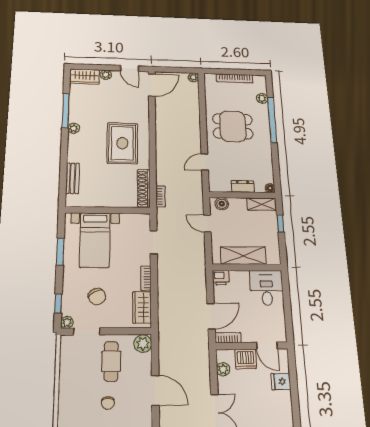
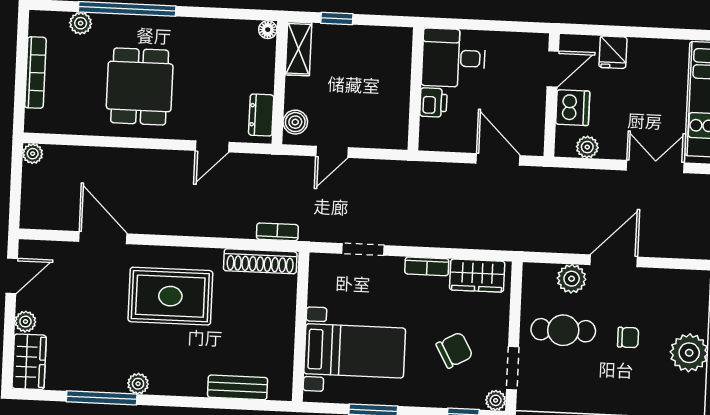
door: (152, 85) -> (103, 238), moved
door: (205, 162) -> (212, 146), hinge flipped
dresser: (243, 186) -> (261, 115), moved
shelving: (243, 256) -> (394, 93), removed
printer: (221, 278) -> (433, 102), moved
bookcase: (228, 338) -> (536, 134), removed
plant: (143, 344) -> (572, 279), moved

